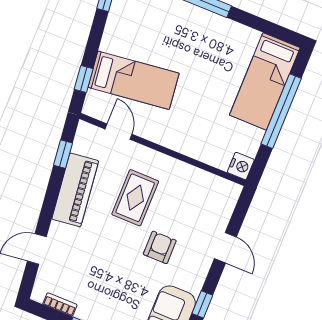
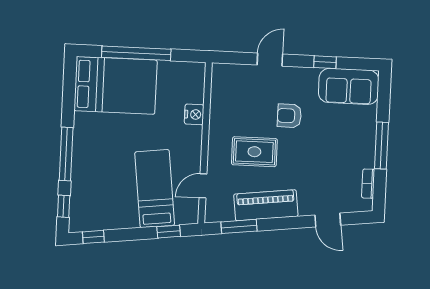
bed: (265, 81) -> (115, 85), width x1.50
window: (63, 154) -> (239, 226), width x1.50
nightstand: (241, 166) -> (194, 114), moved, turned 90

